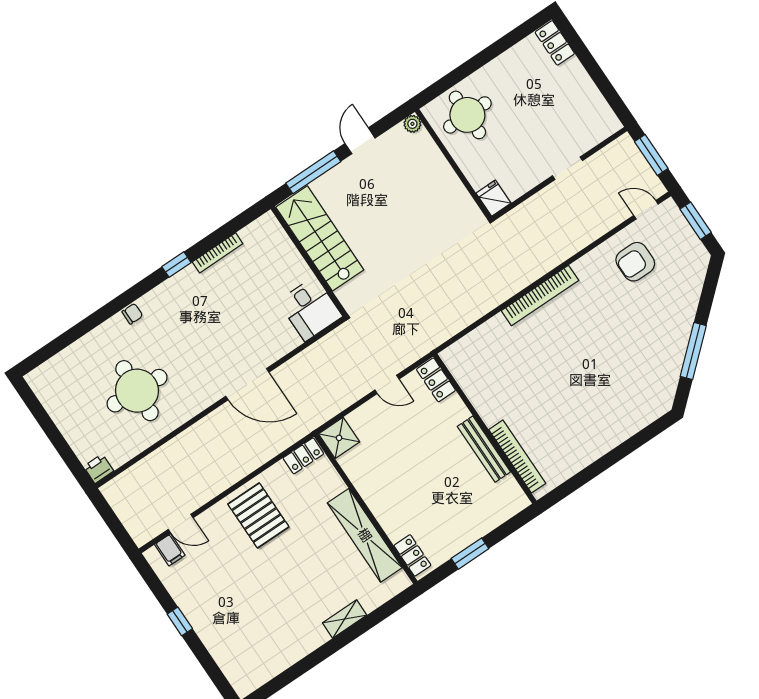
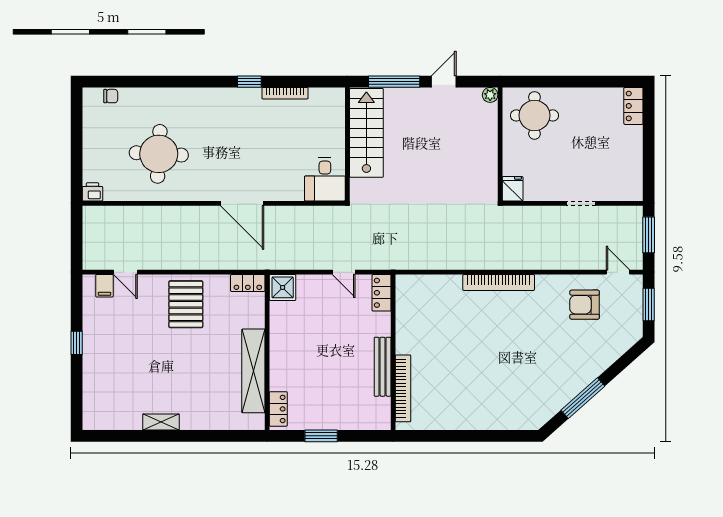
chair: (132, 314) -> (111, 96), moved
shelving: (345, 619) -> (161, 422), moved

